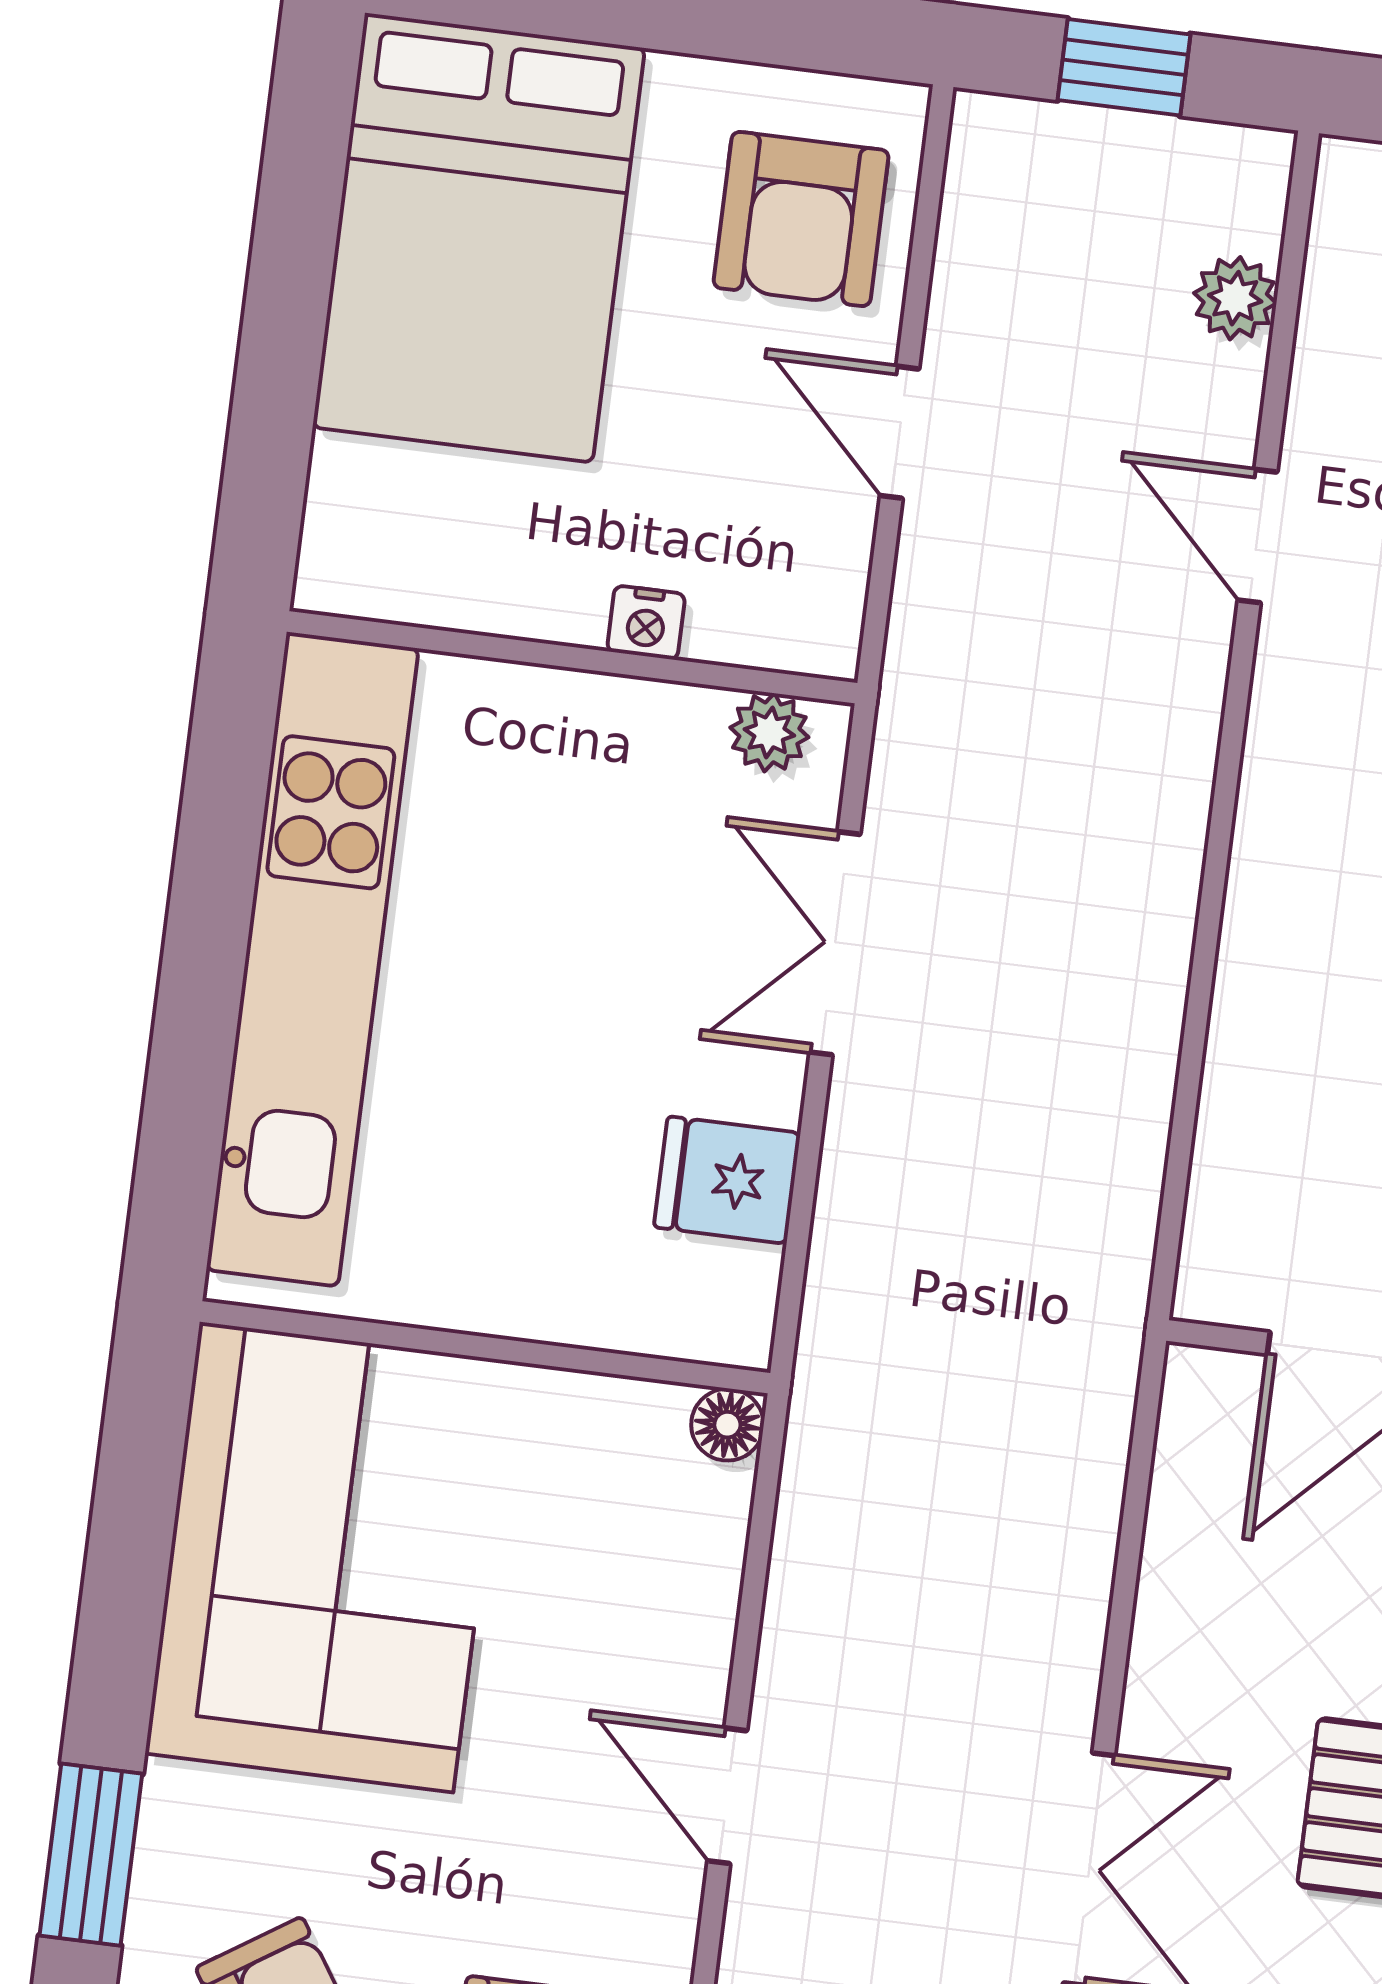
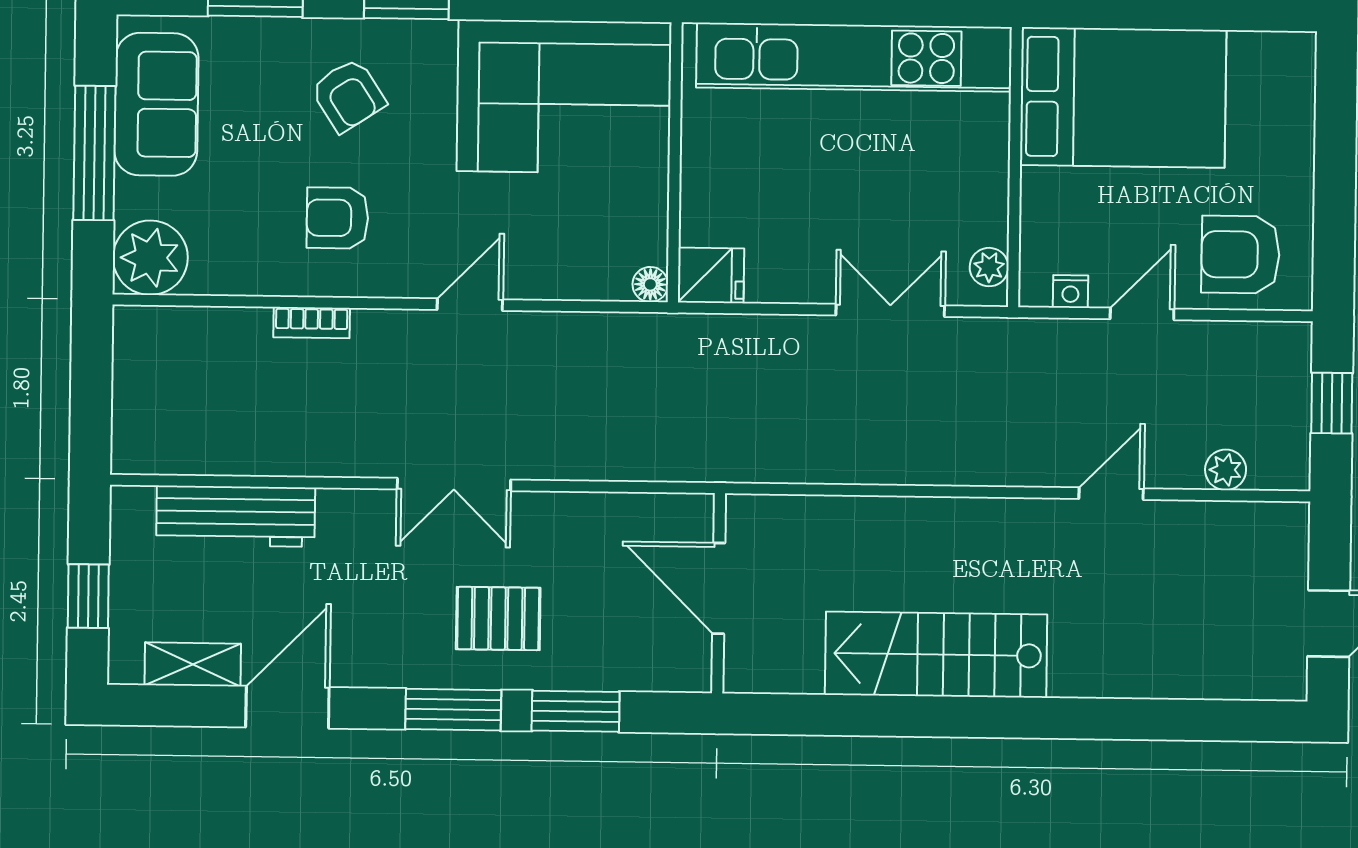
bed: (479, 238) -> (1123, 98), moved, turned 180
nightstand: (646, 623) -> (1070, 292), moved, turned -90
fridge: (727, 1180) -> (711, 275), moved, turned 90

